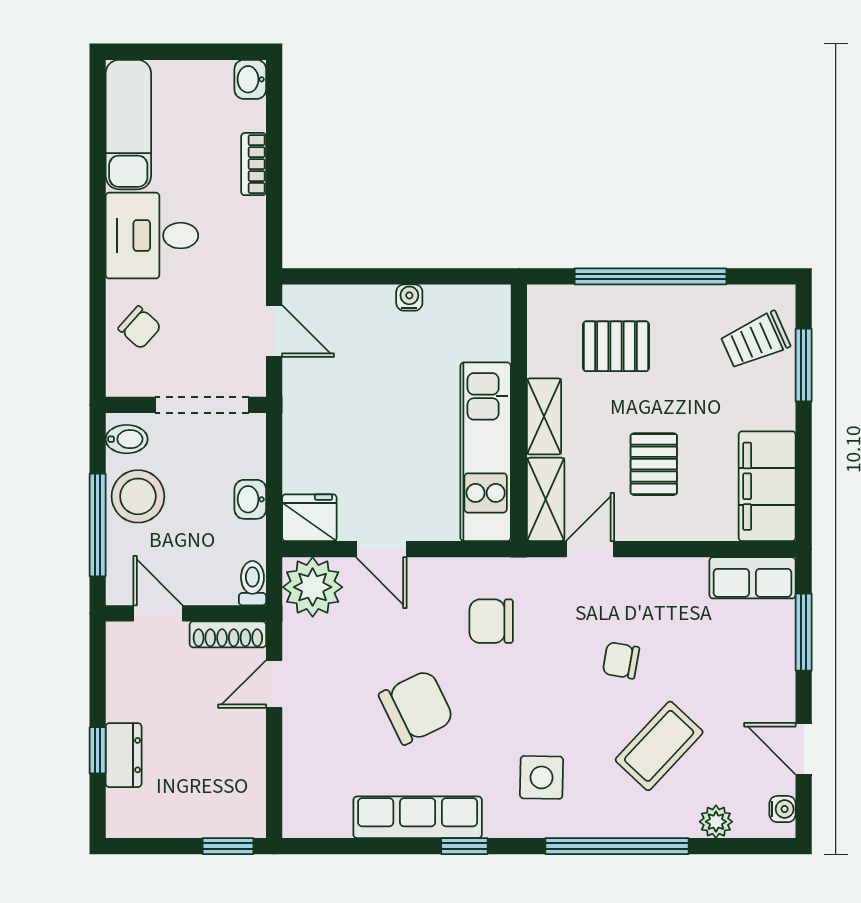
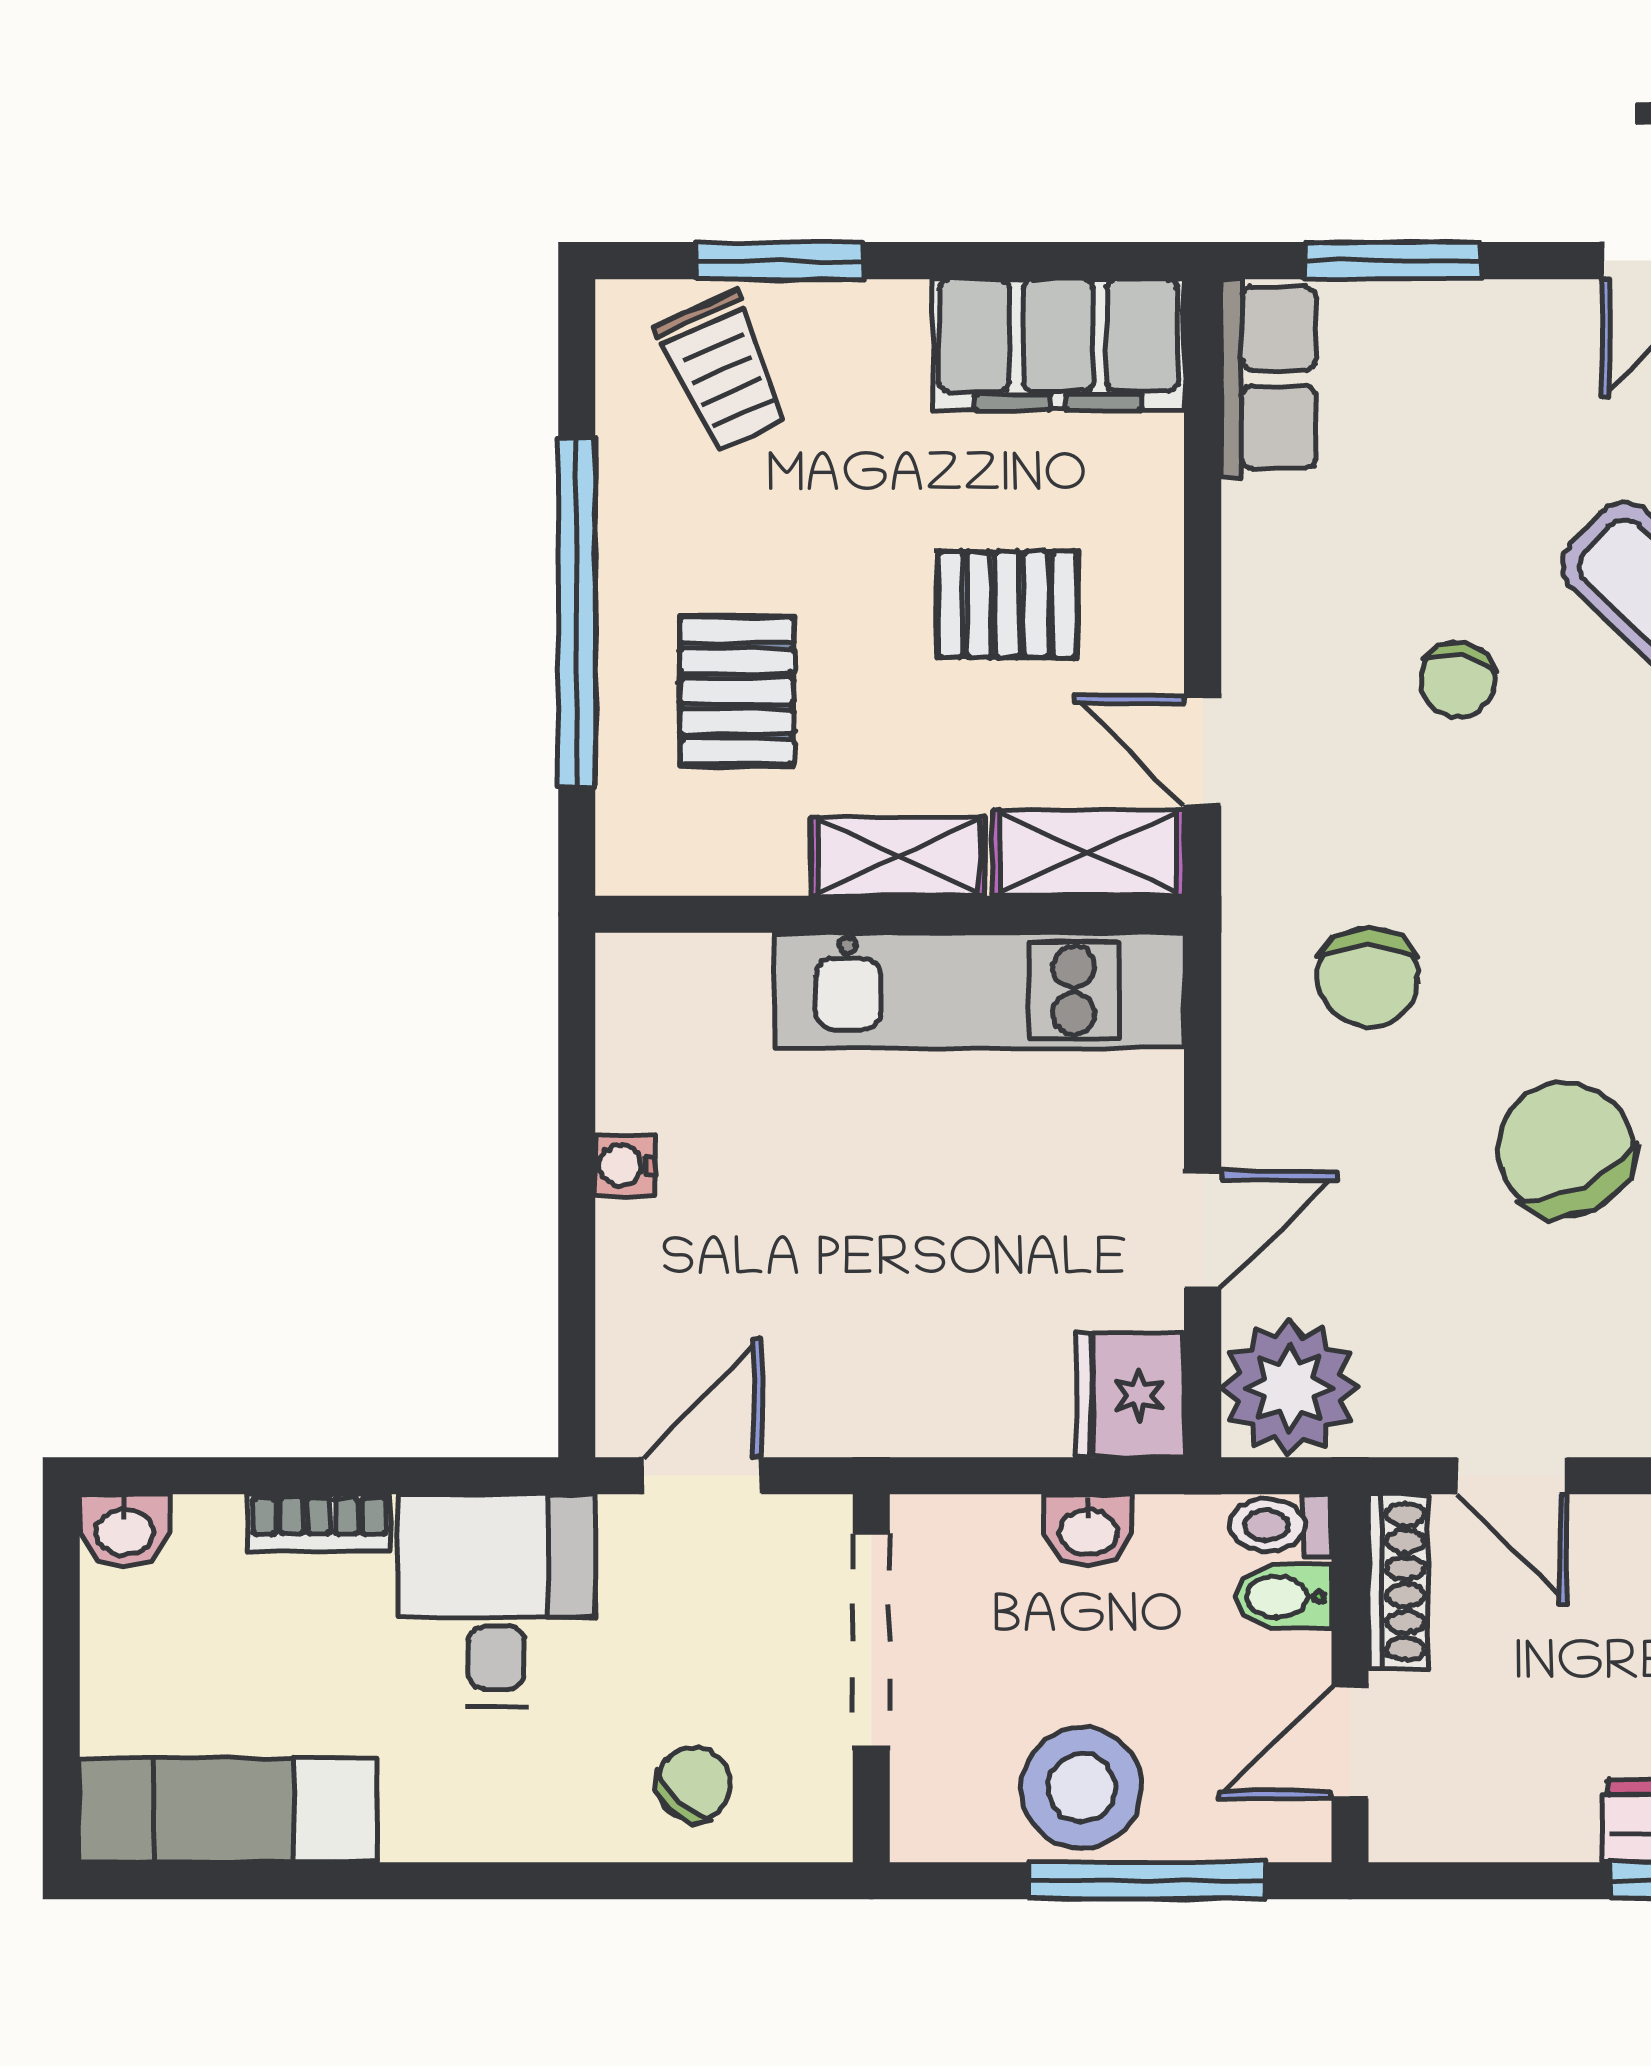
desk: (152, 236) -> (496, 1600), moved, turned 180
bidet: (127, 439) -> (1283, 1597), moved, turned -90

